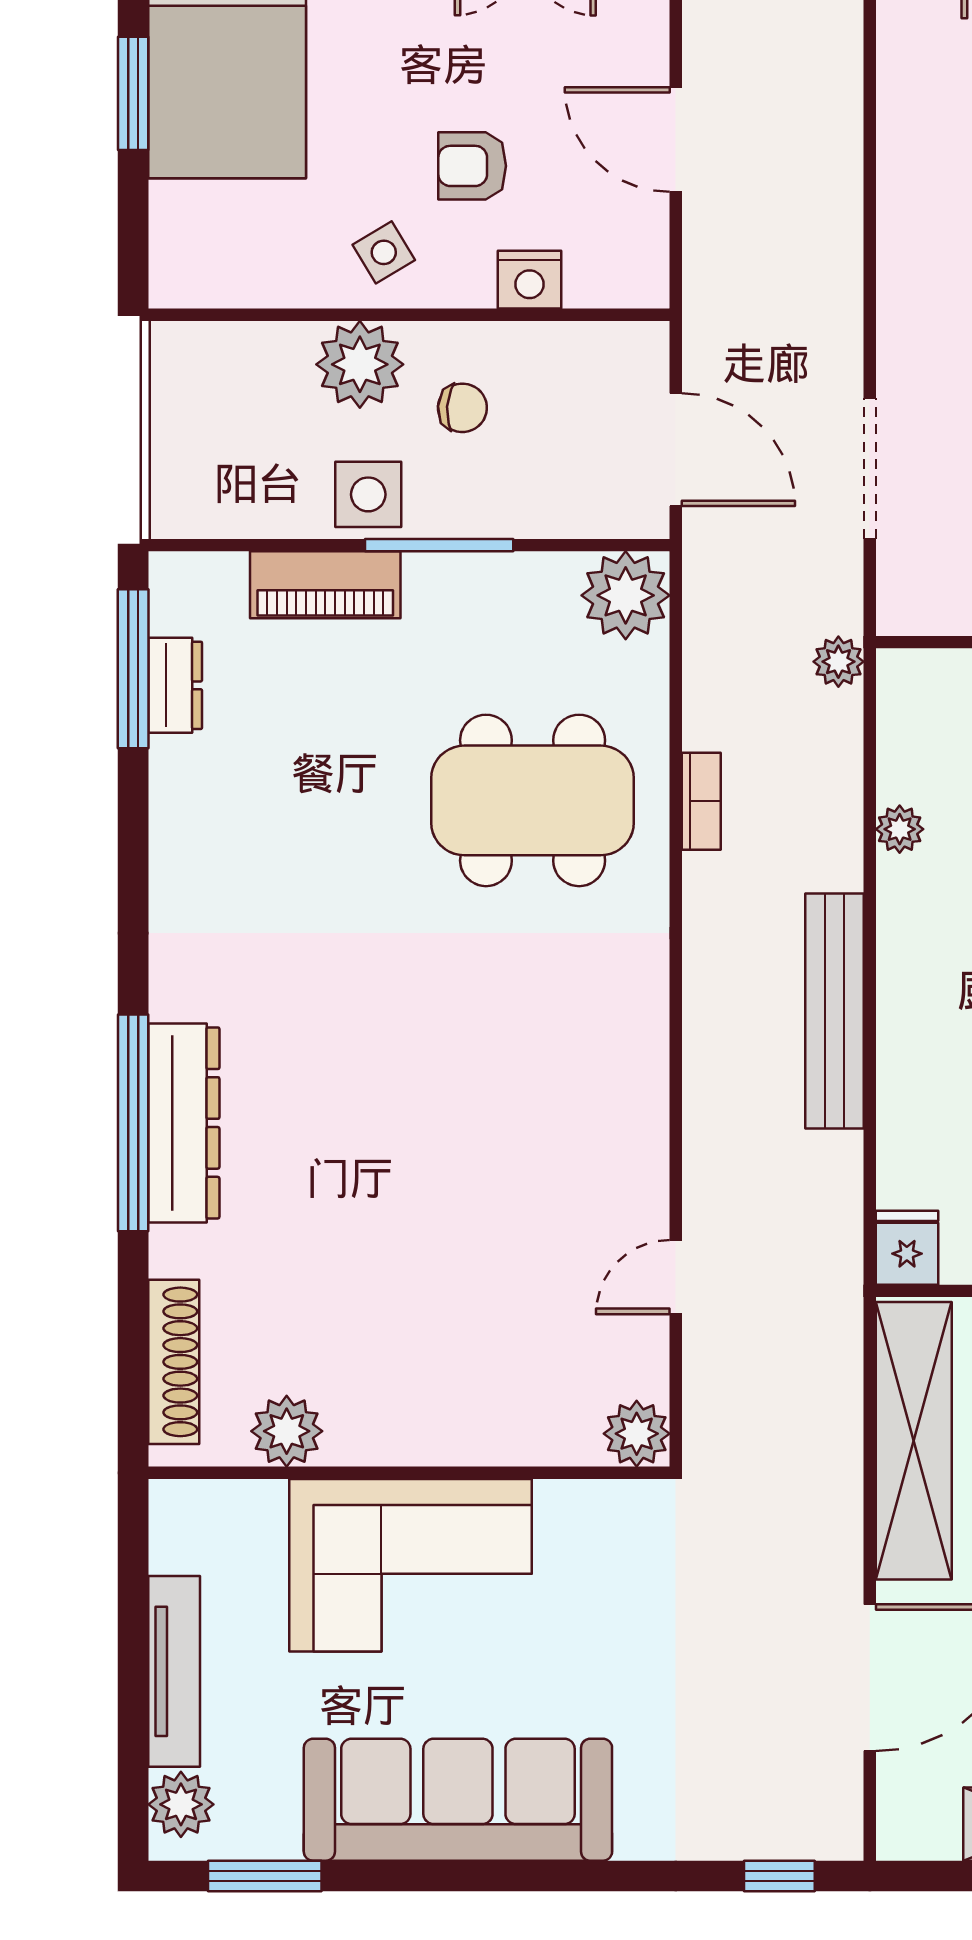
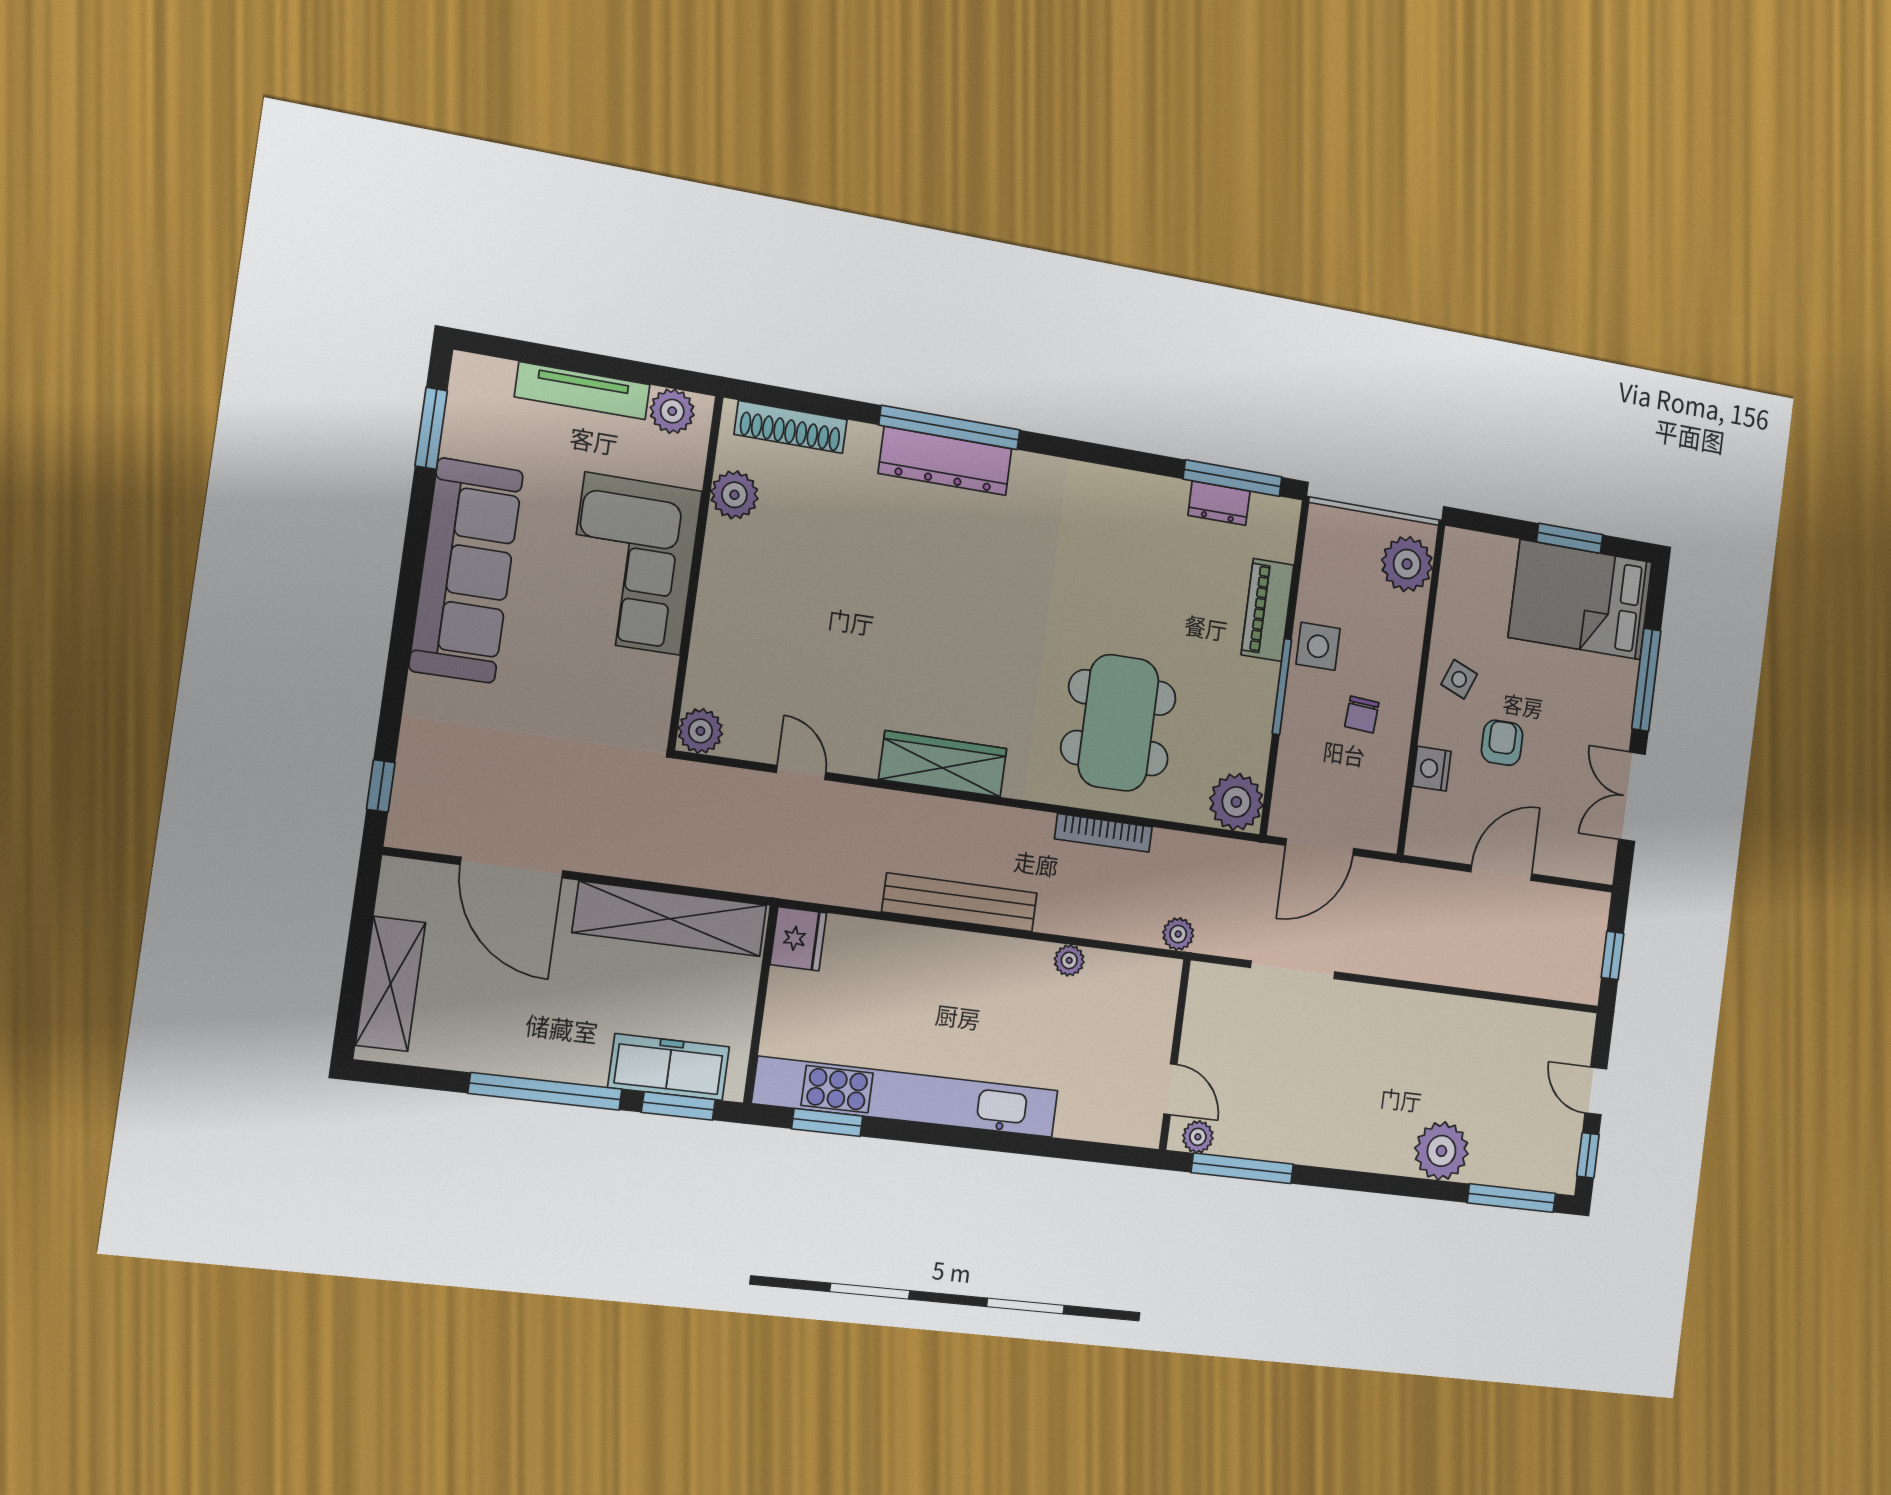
side table: (384, 252) -> (1459, 679), turned -37
plant: (360, 364) -> (1407, 564), moved
bookcase: (701, 801) -> (1103, 833), width x1.56
wardrobe: (633, 1065) -> (943, 764), added
fridge: (907, 1248) -> (798, 939), width x1.38
plant: (181, 1804) -> (672, 411), moved

